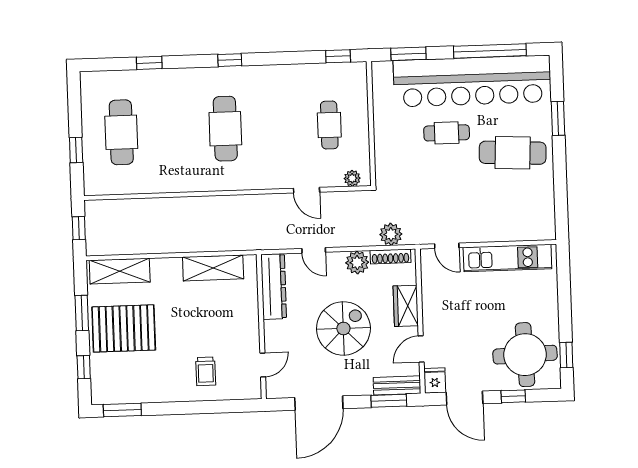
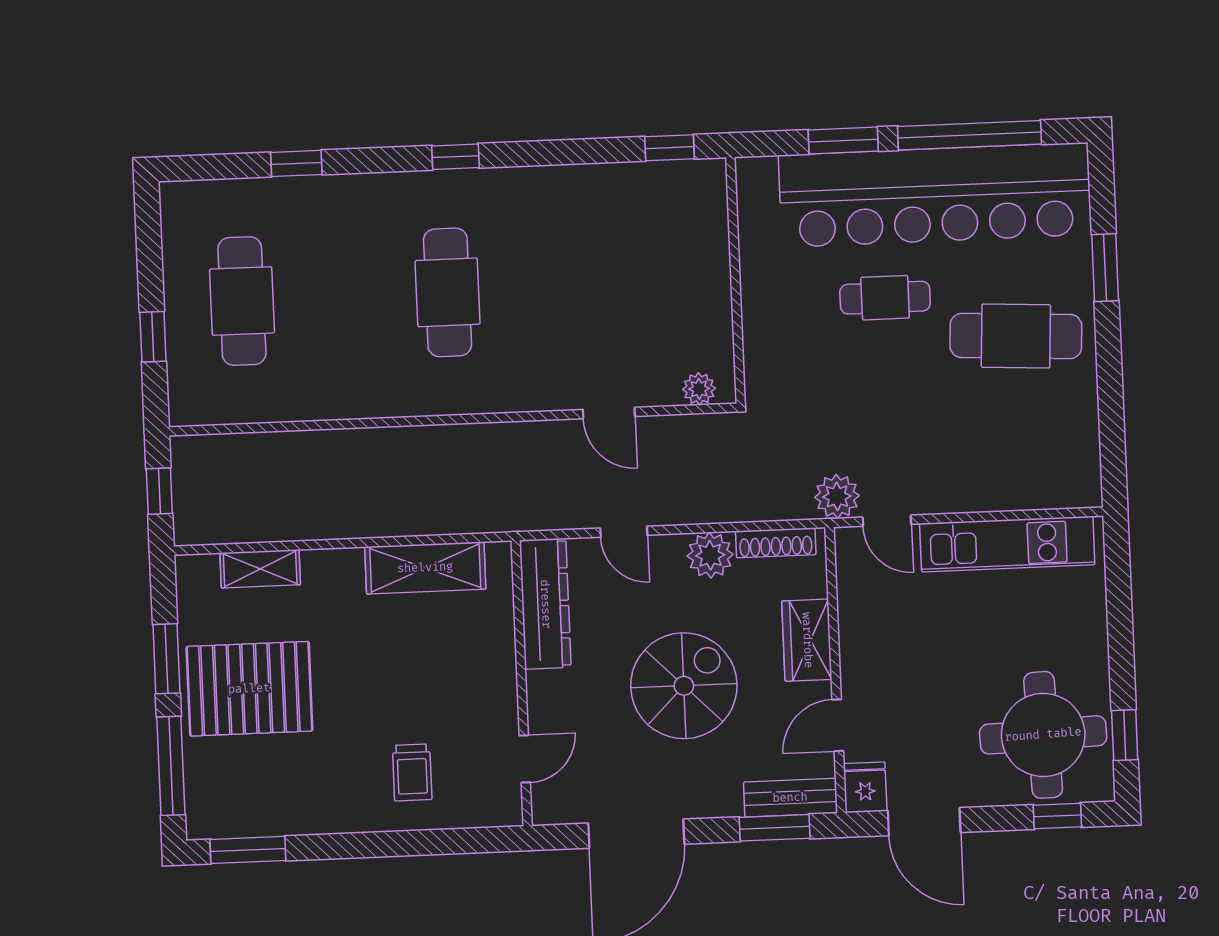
window: (408, 54) -> (843, 140), moved
cafe table: (329, 125) -> (653, 284), removed
plant: (391, 234) -> (837, 496), moved
shelving: (120, 271) -> (260, 569), width x0.67, depth x0.75
window: (84, 367) -> (171, 766), width x2.17
window: (513, 396) -> (1057, 816), moved

